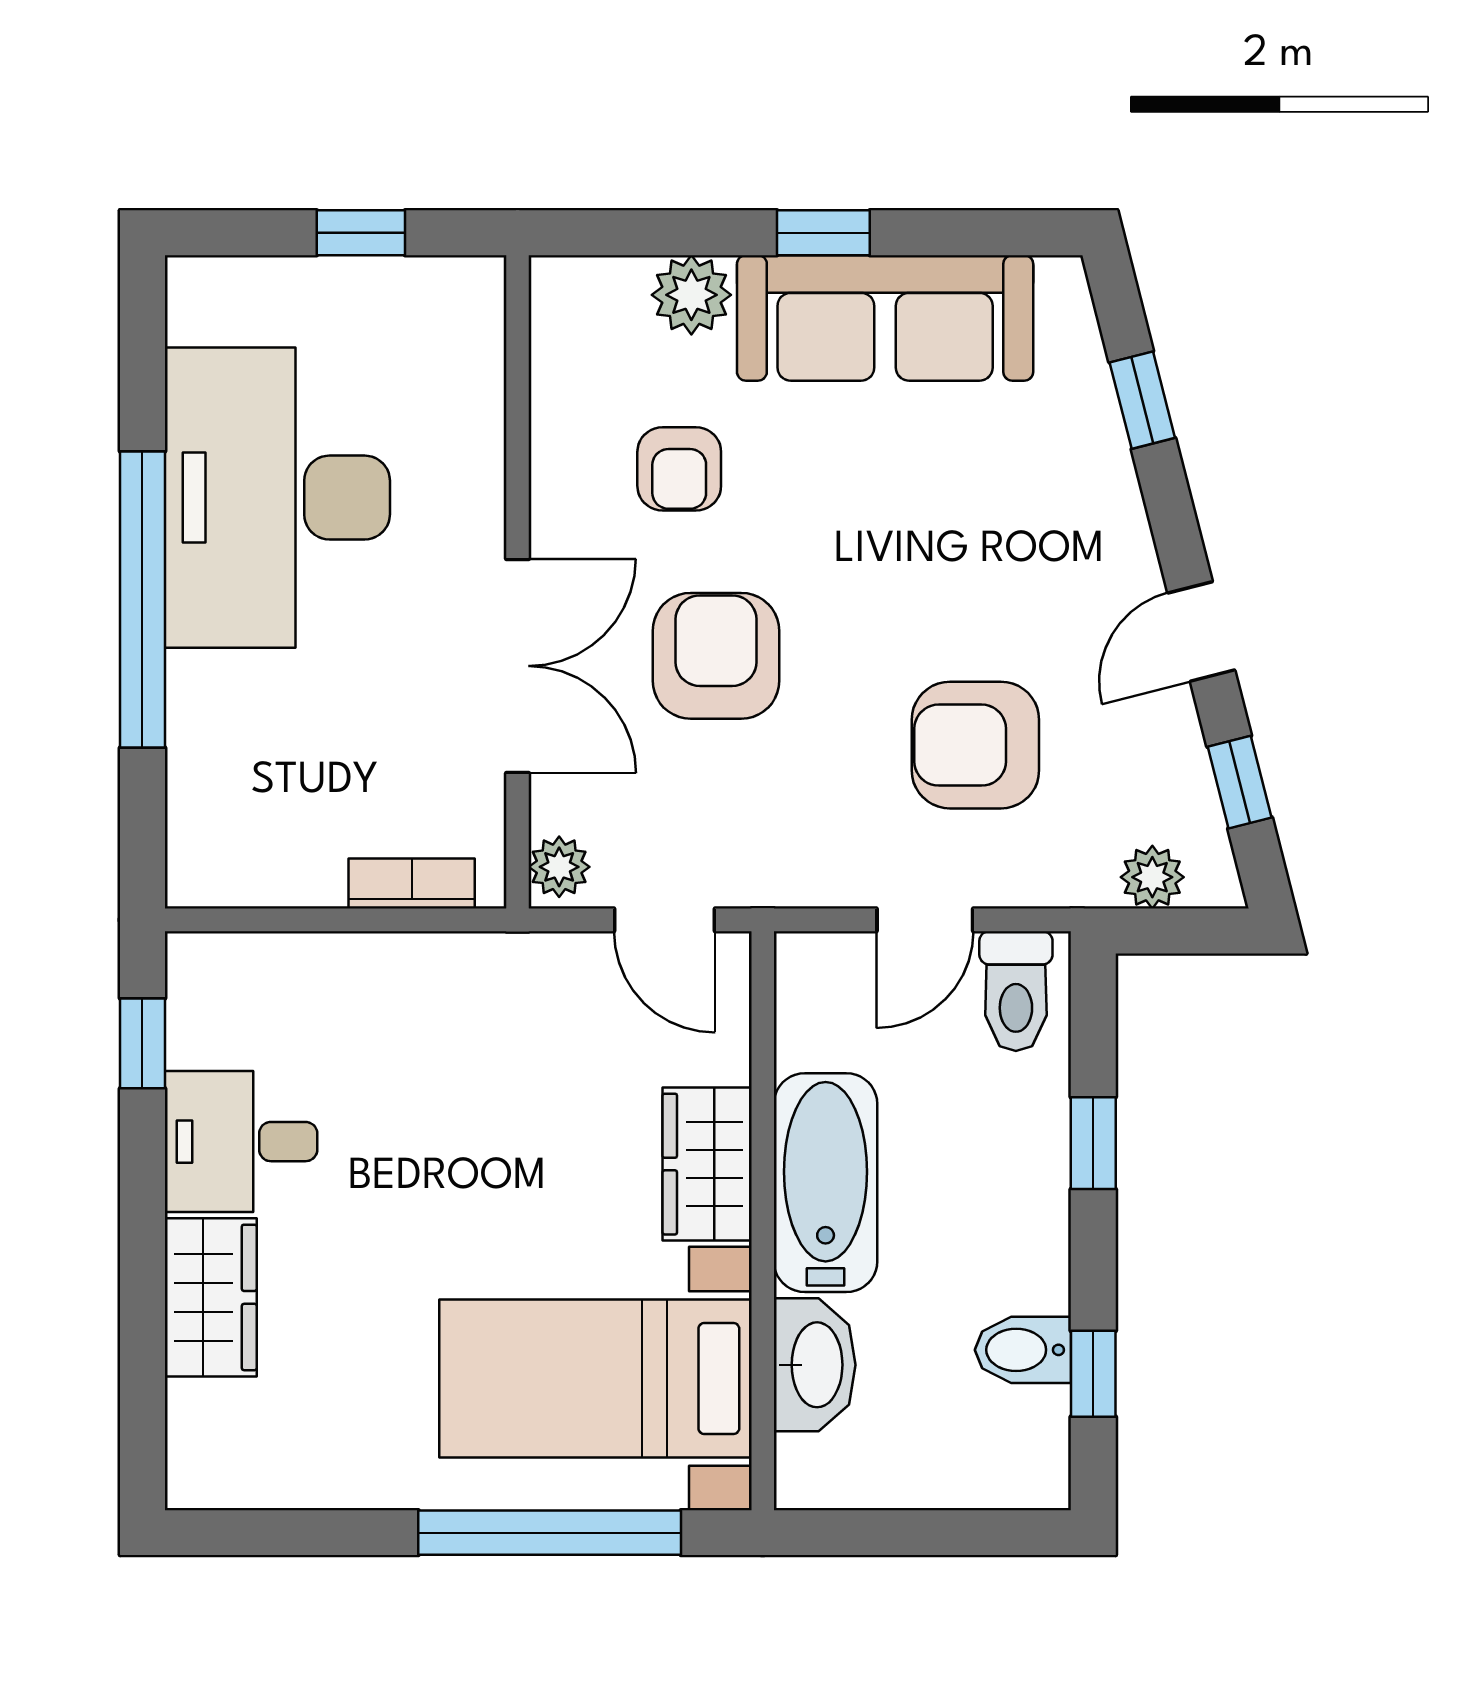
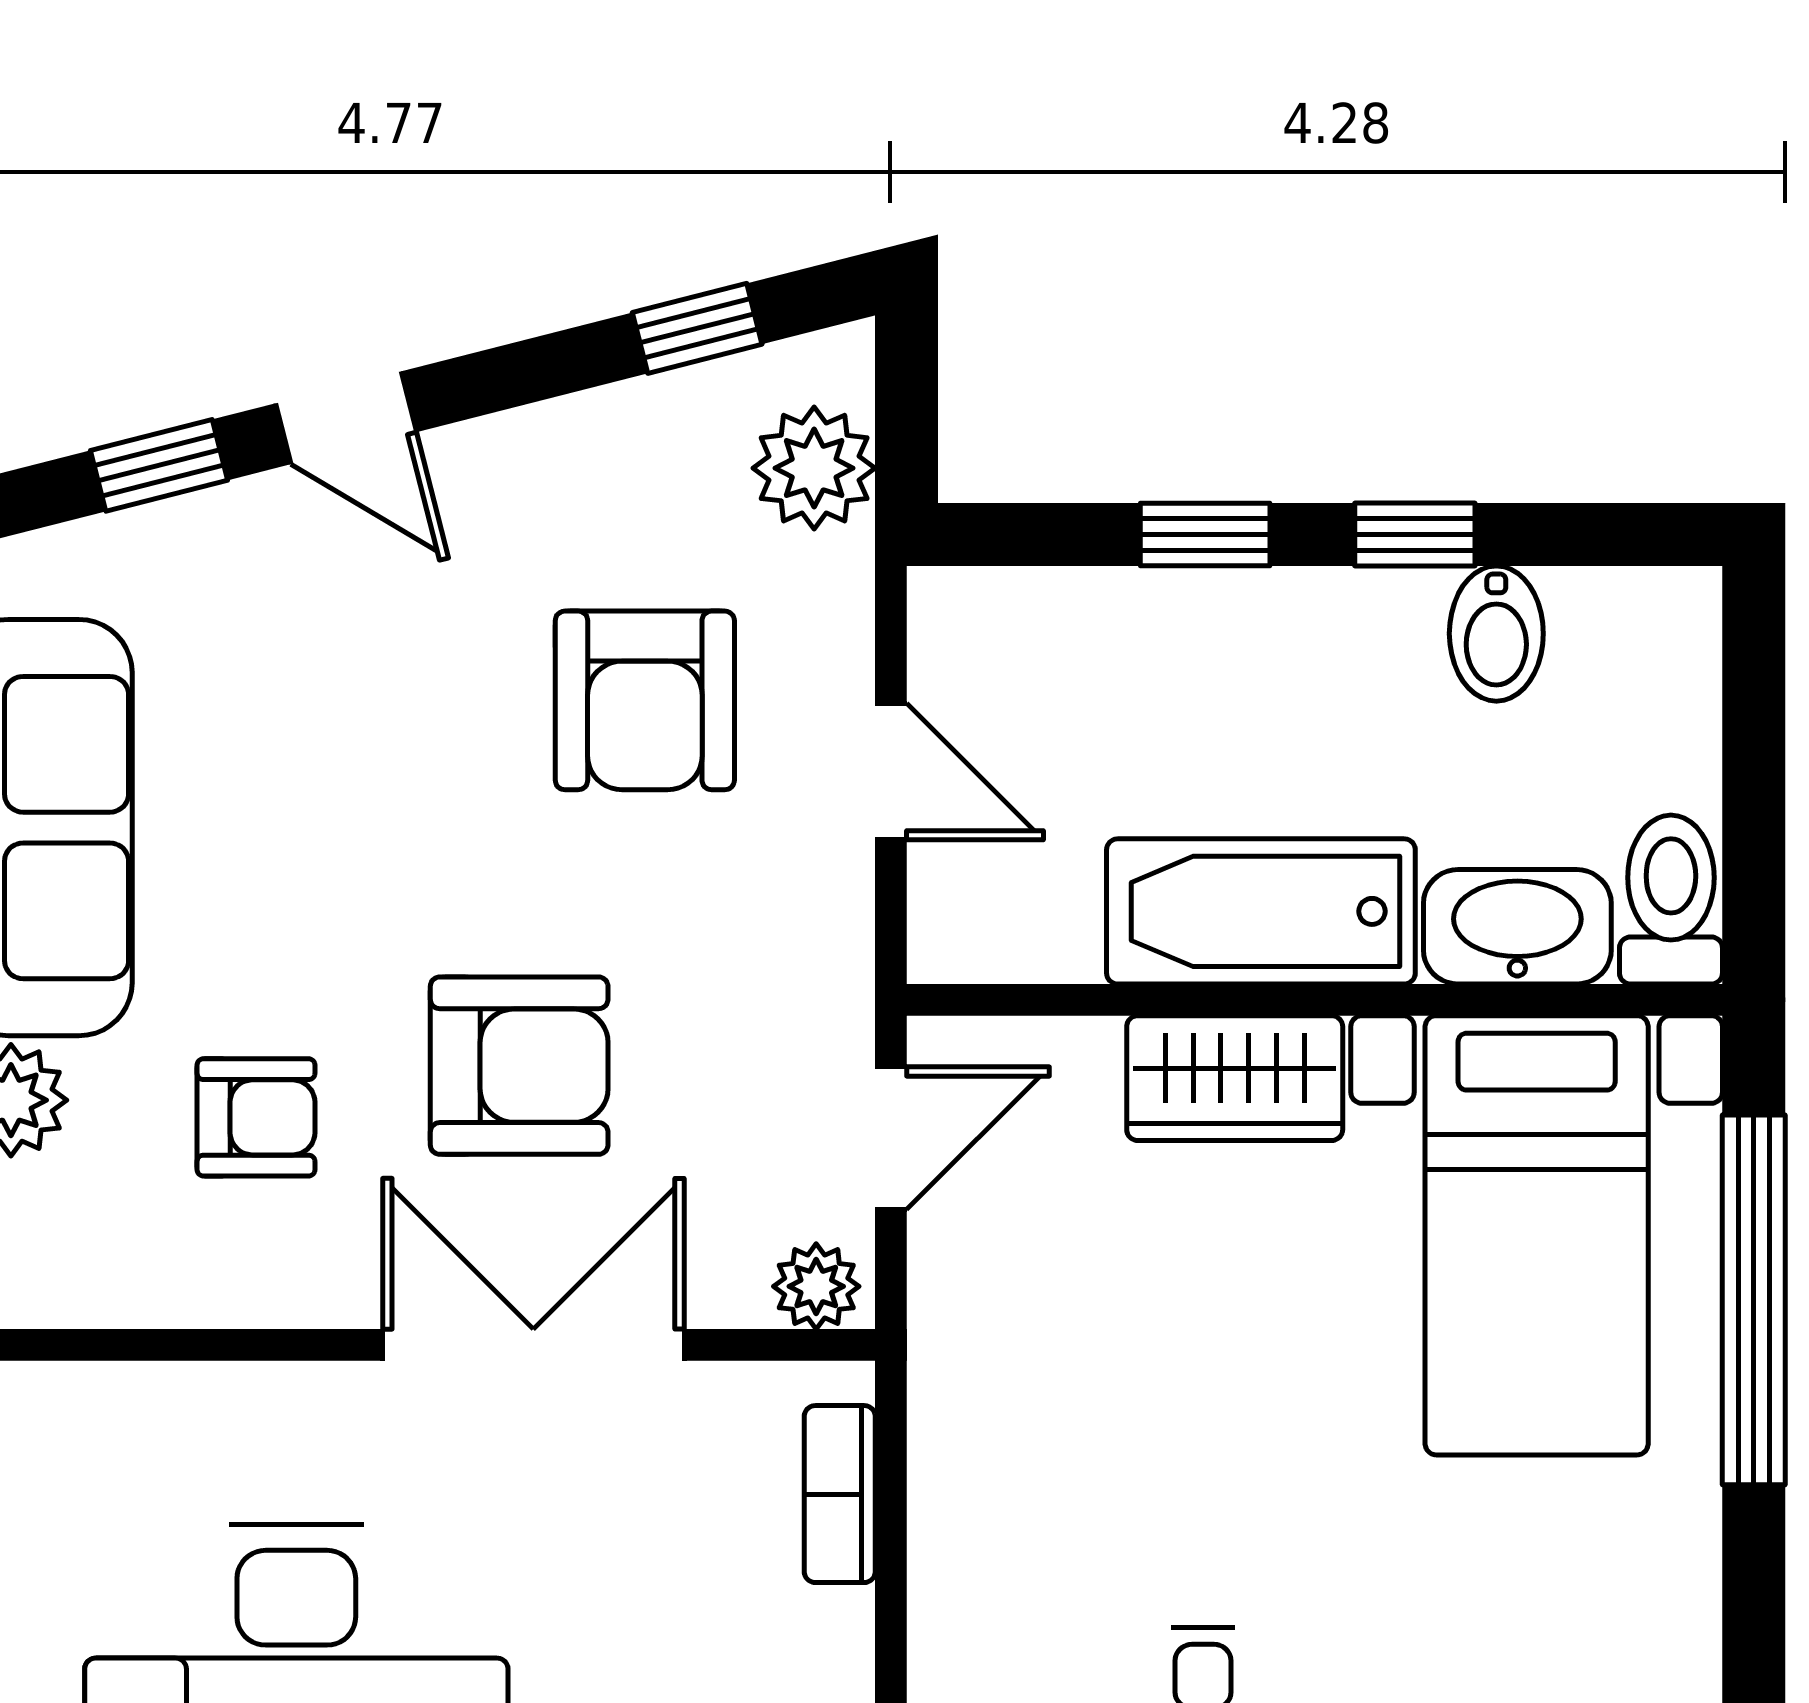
door: (1201, 632) -> (346, 418), moved
armchair: (716, 656) -> (519, 1066), turned 180
plant: (1152, 877) -> (814, 468), width x1.38, depth x1.38
toilet: (1016, 991) -> (1671, 900), moved, turned -90
window: (1093, 1374) -> (1415, 534), moved

